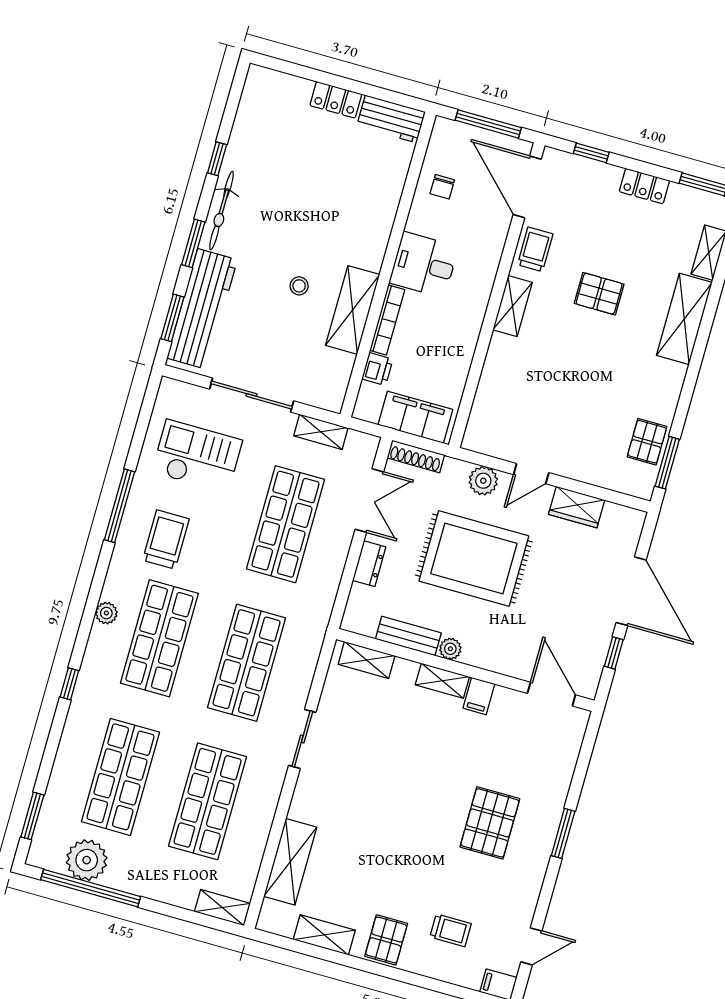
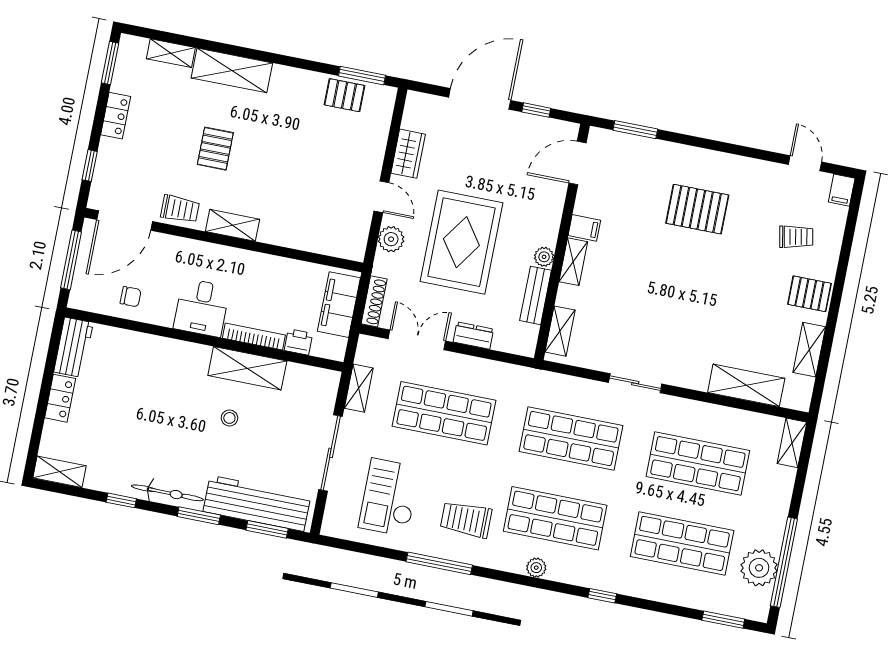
shelving: (254, 93) -> (59, 472), added
trolley: (535, 249) -> (180, 209), turned 180
window: (563, 833) -> (635, 130), moved
trolley: (451, 930) -> (796, 237), turned 79

